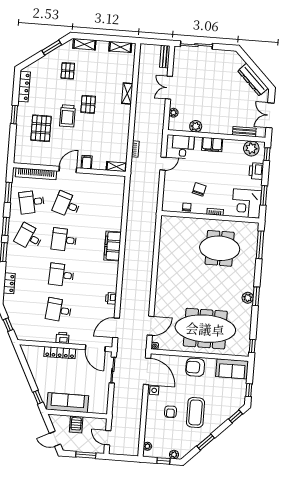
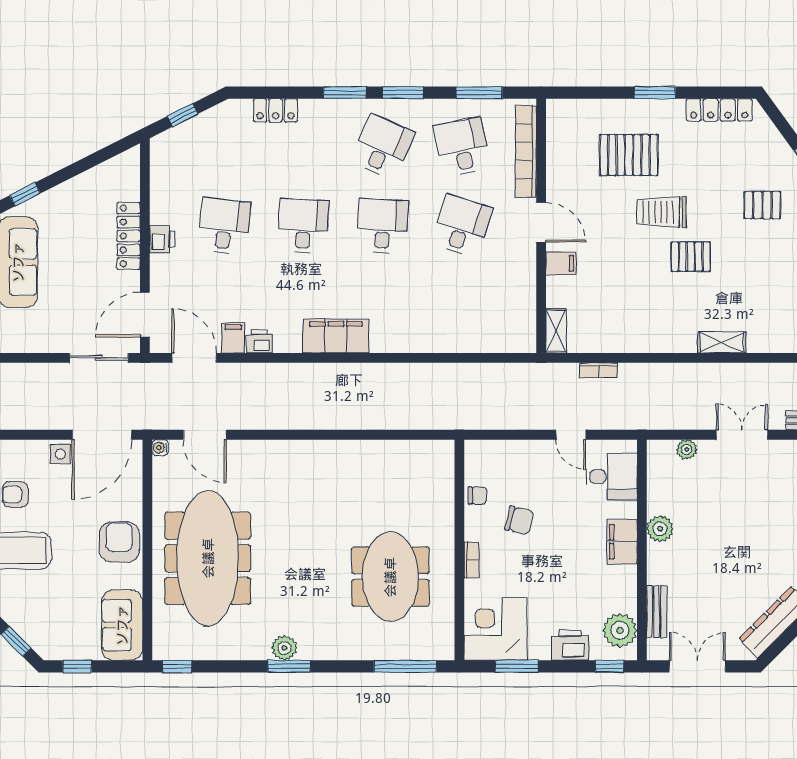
plant: (196, 126) -> (660, 529), moved
filing cabinet: (113, 246) -> (336, 336), moved
filing cabinet: (109, 310) -> (233, 338), added

